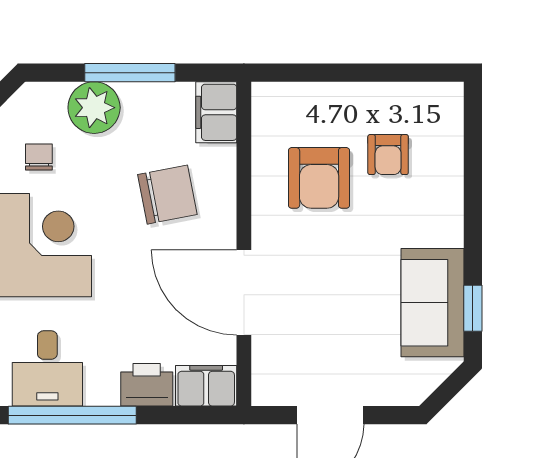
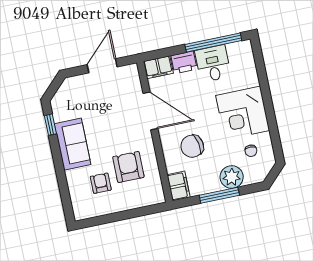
sofa: (433, 303) -> (73, 144), moved
desk: (47, 368) -> (213, 64), moved

